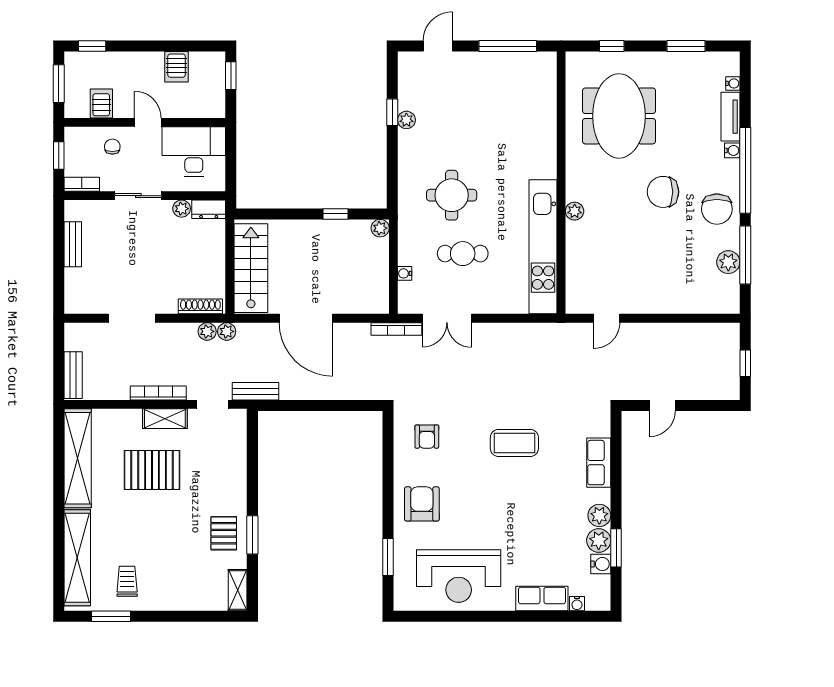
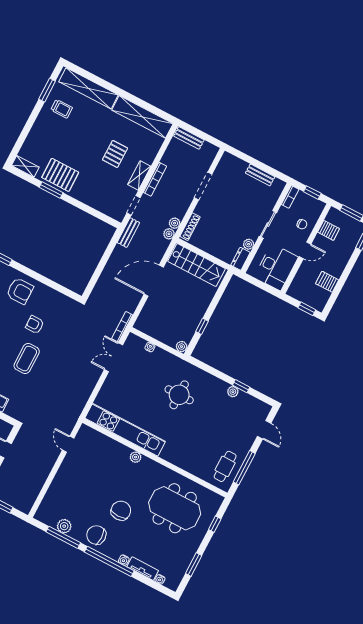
cafe table: (463, 254) -> (225, 466), moved
armchair: (427, 437) -> (35, 325), moved
pallet: (152, 470) -> (115, 154), width x0.67, depth x0.71
pallet: (224, 533) -> (60, 175), width x1.50, depth x1.42

